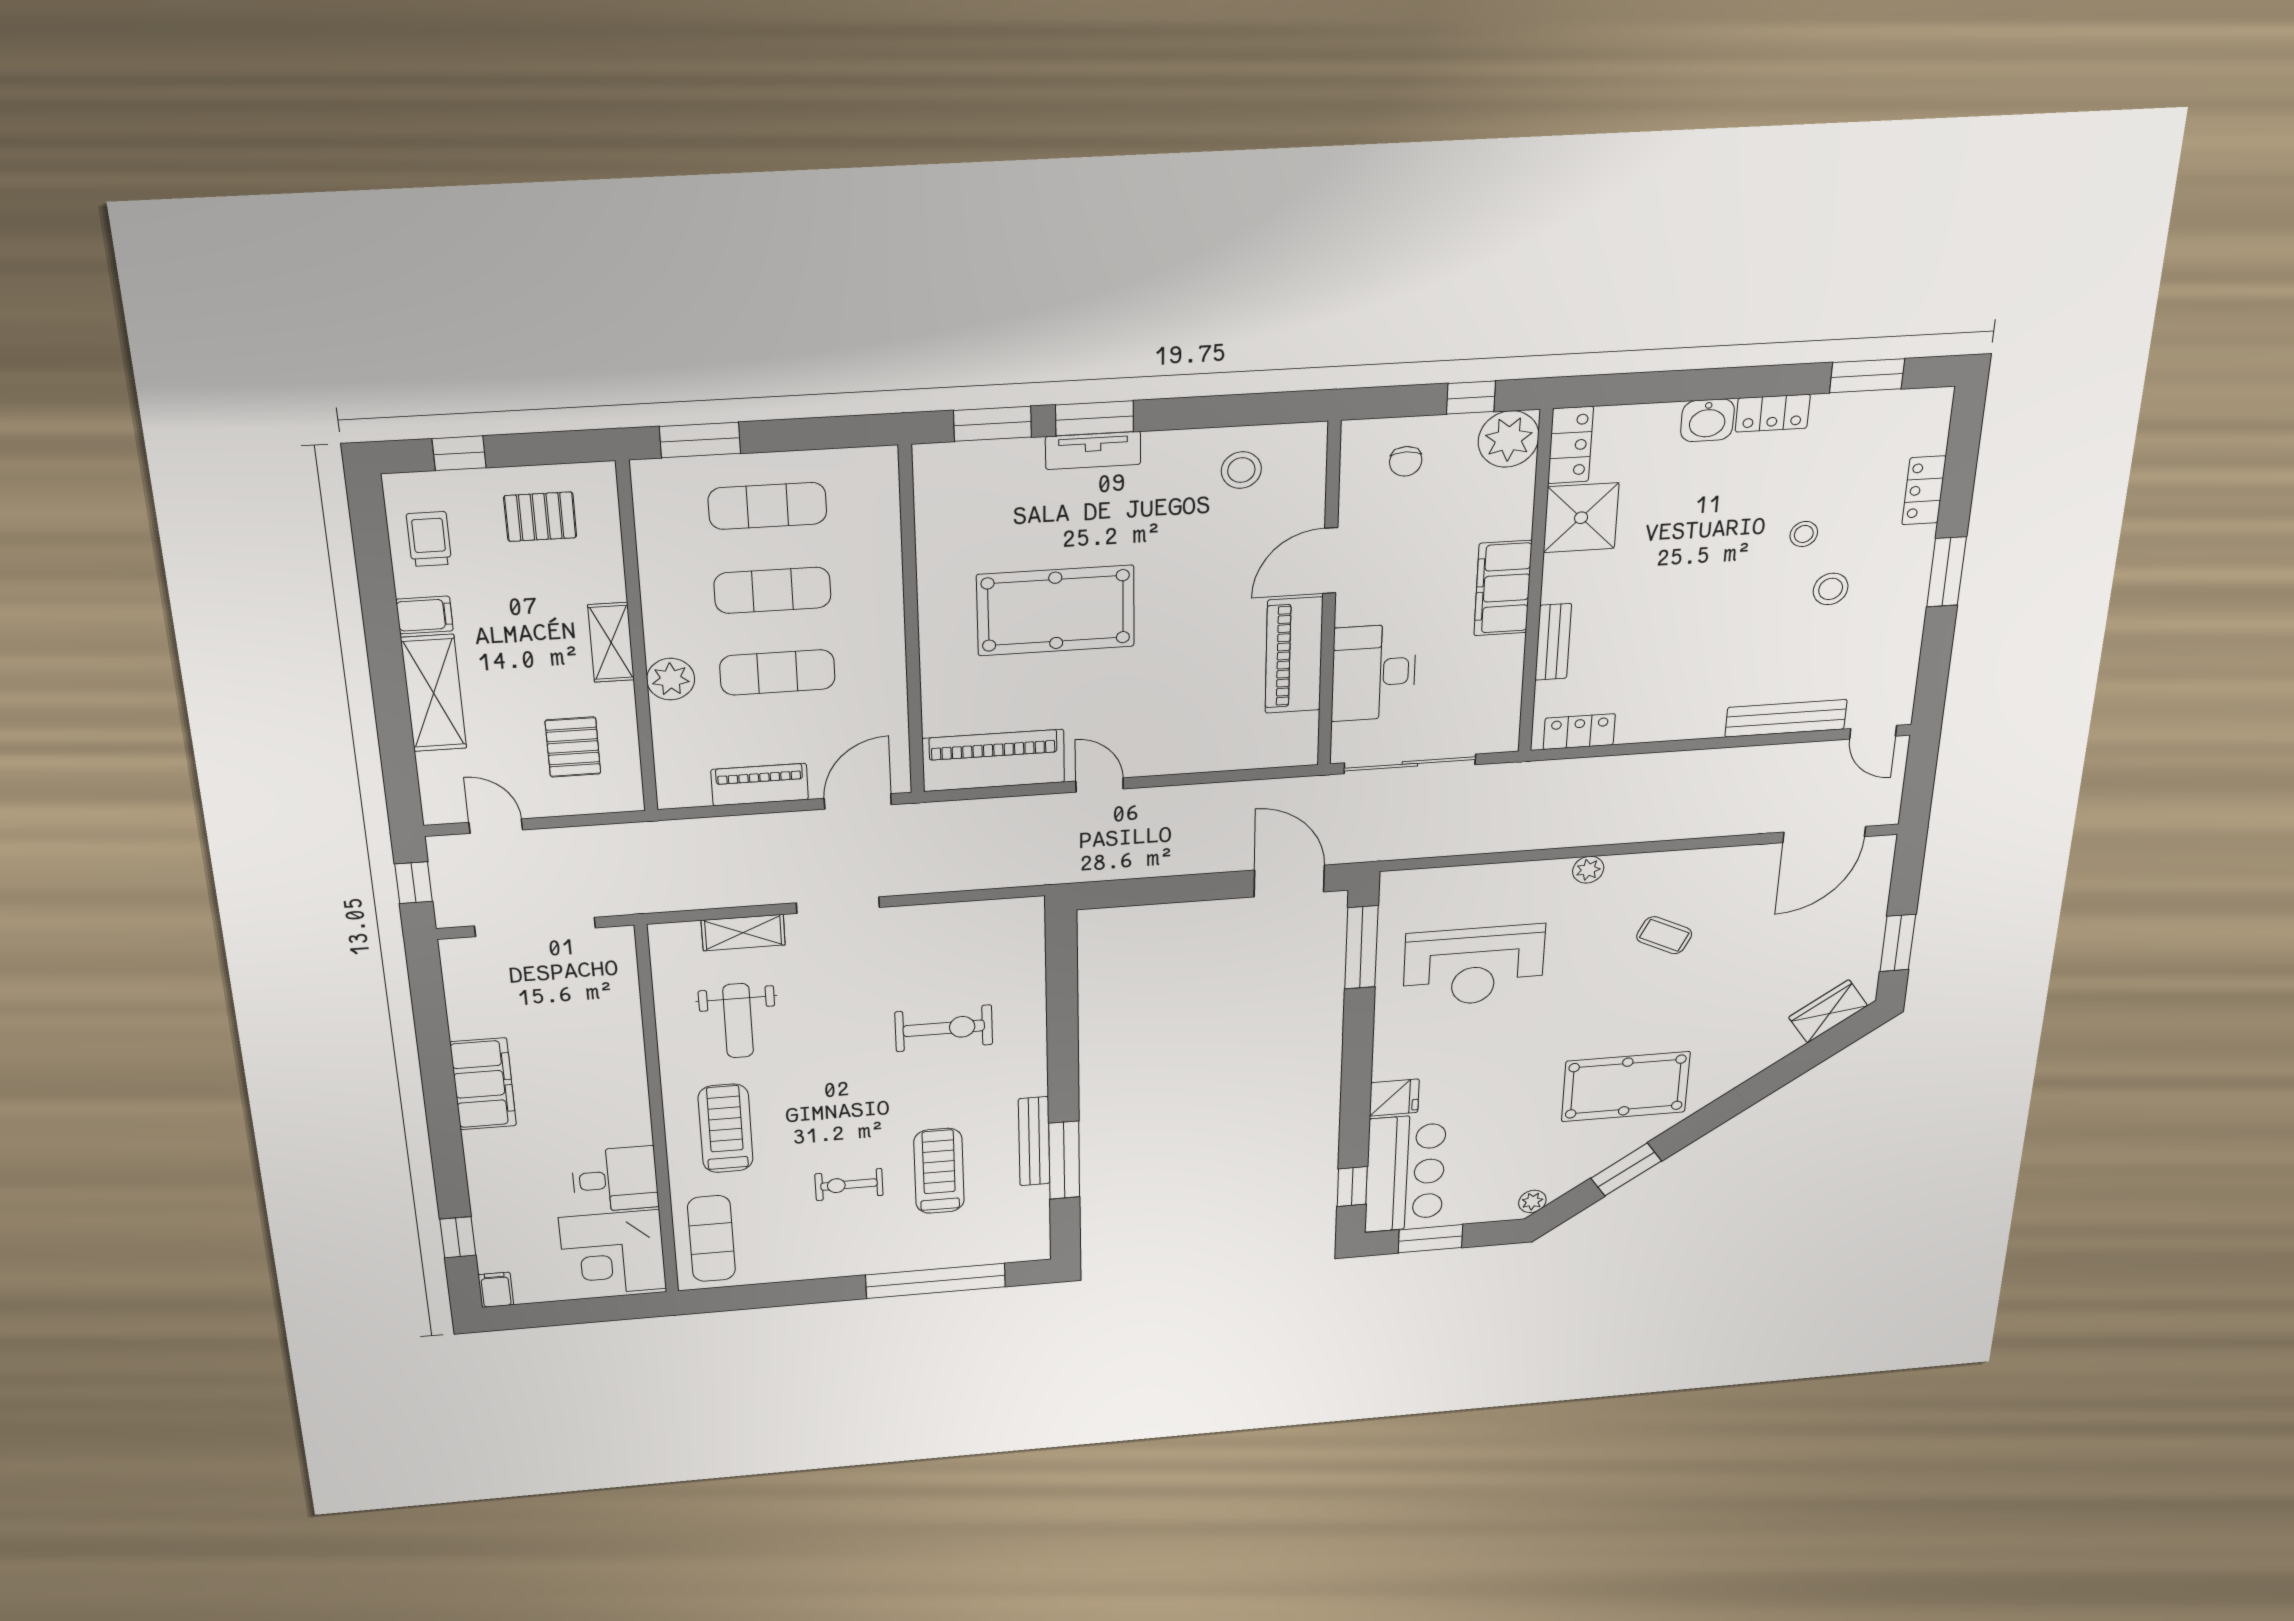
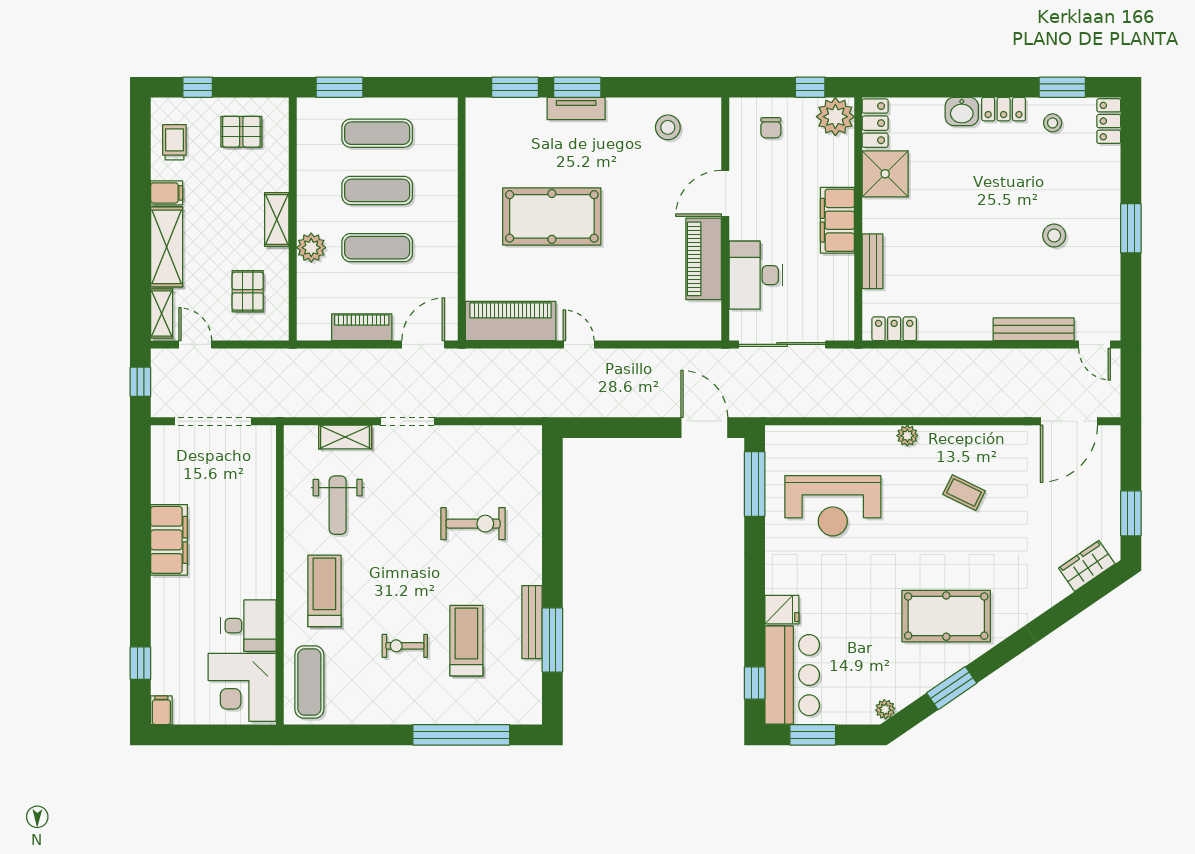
locker: (1924, 490) -> (1109, 121), moved
stool: (1804, 534) -> (1053, 123), moved
shelving: (437, 787) -> (162, 313), added

